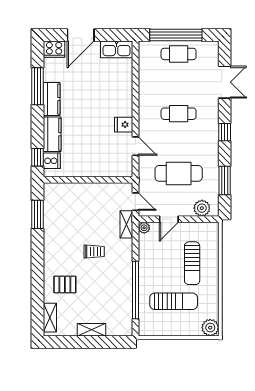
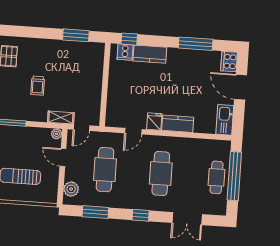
kitchen counter: (52, 99) -> (178, 124), moved, turned 180
cafe table: (179, 114) -> (161, 173), width x1.37, depth x1.35

